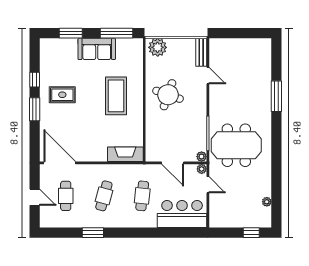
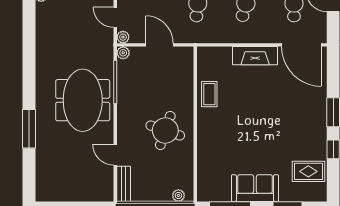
plant: (158, 47) -> (178, 195), width x0.53, depth x0.53
rug: (62, 95) -> (308, 171), moved
coffee table: (116, 96) -> (209, 94), moved, width x0.54, depth x0.58
meeting table: (236, 145) -> (83, 100), moved, turned 90
fireplace: (125, 154) -> (255, 56), moved

